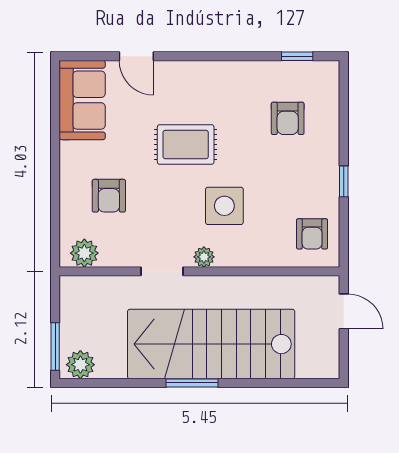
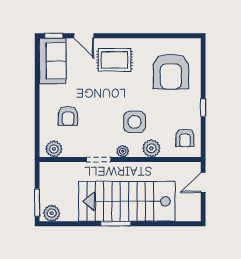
window: (297, 56) -> (54, 36), moved
armchair: (288, 118) -> (171, 71), width x1.88, depth x1.88
rug: (186, 145) -> (115, 60), moved
plant: (254, 252) -> (151, 148), added
door: (344, 311) -> (203, 183), swing flipped

